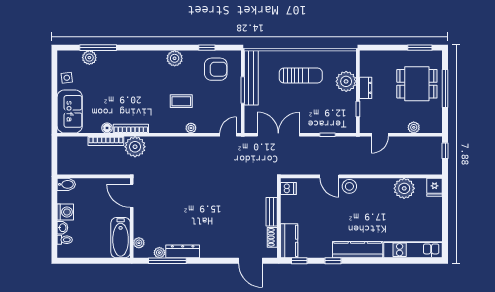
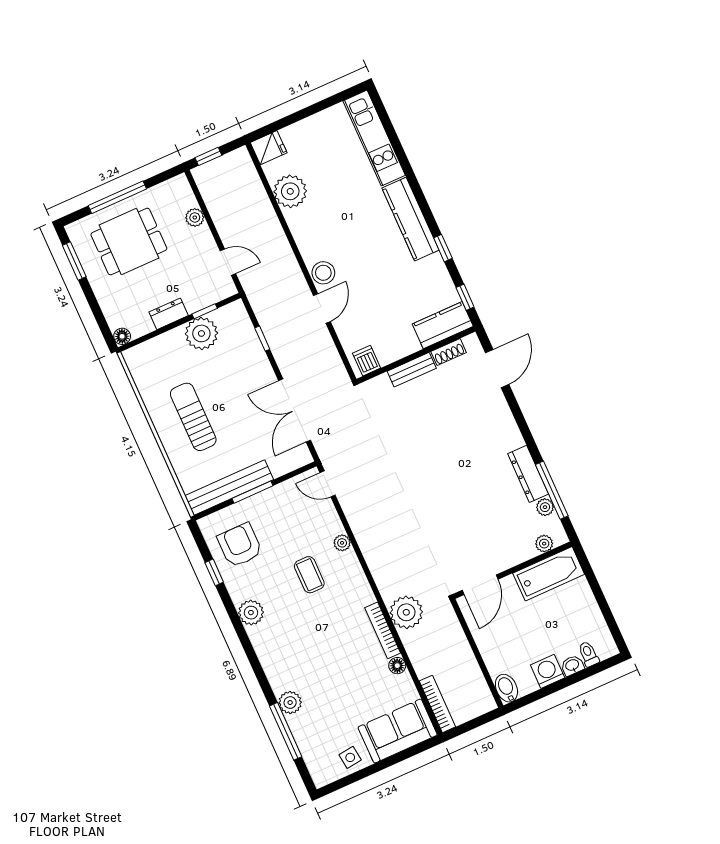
floor lamp: (365, 56) -> (122, 336), added
plant: (89, 58) -> (290, 703), moved
plant: (346, 81) -> (201, 333), moved
dining table: (417, 84) -> (129, 242), turned 90
bookcase: (106, 141) -> (437, 704), moved

